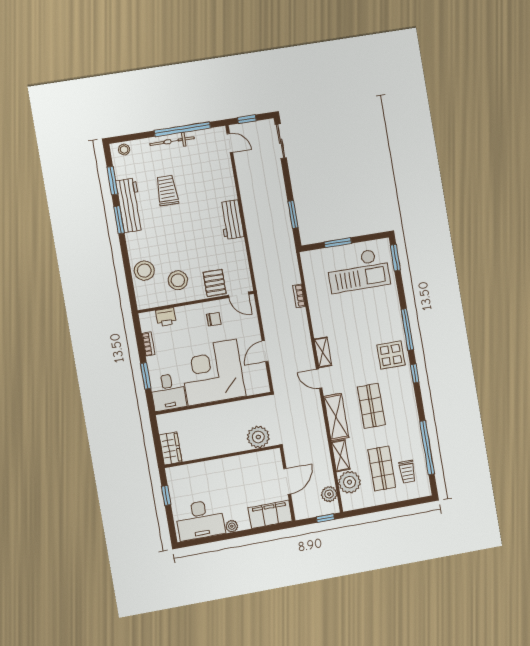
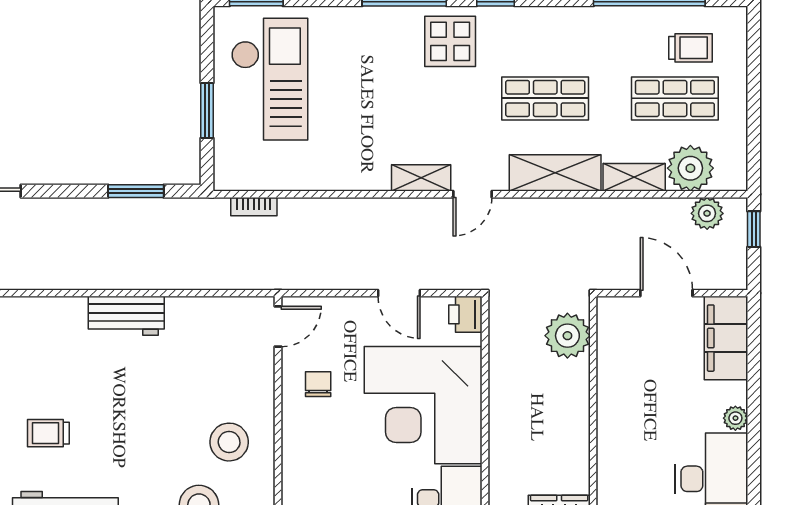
trolley: (167, 191) -> (48, 433), width x0.73, depth x0.72
pallet: (215, 283) -> (246, 370), removed
bookcase: (299, 296) -> (254, 207), moved
printer: (166, 317) -> (465, 314), moved, turned 180

